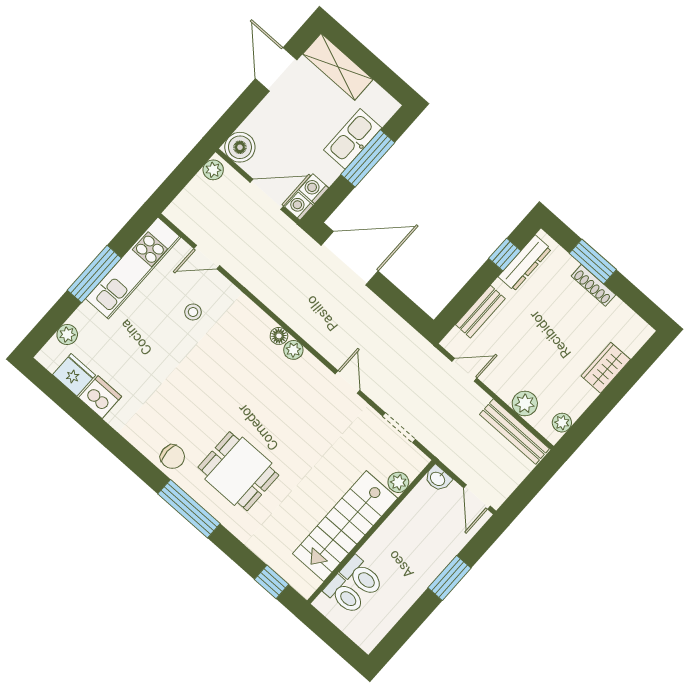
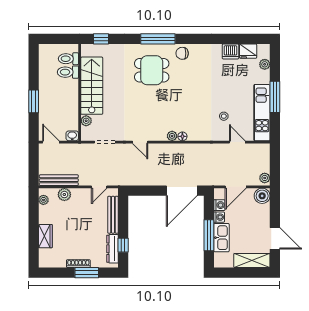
washing machine: (299, 206) -> (219, 217), moved
door: (207, 257) -> (237, 142), hinge flipped
bench: (480, 312) -> (113, 215), width x1.36

